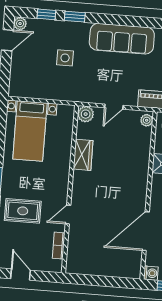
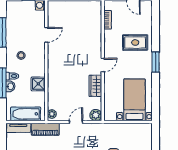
door: (68, 214) -> (103, 65), moved
door: (146, 231) -> (46, 35), width x0.53

